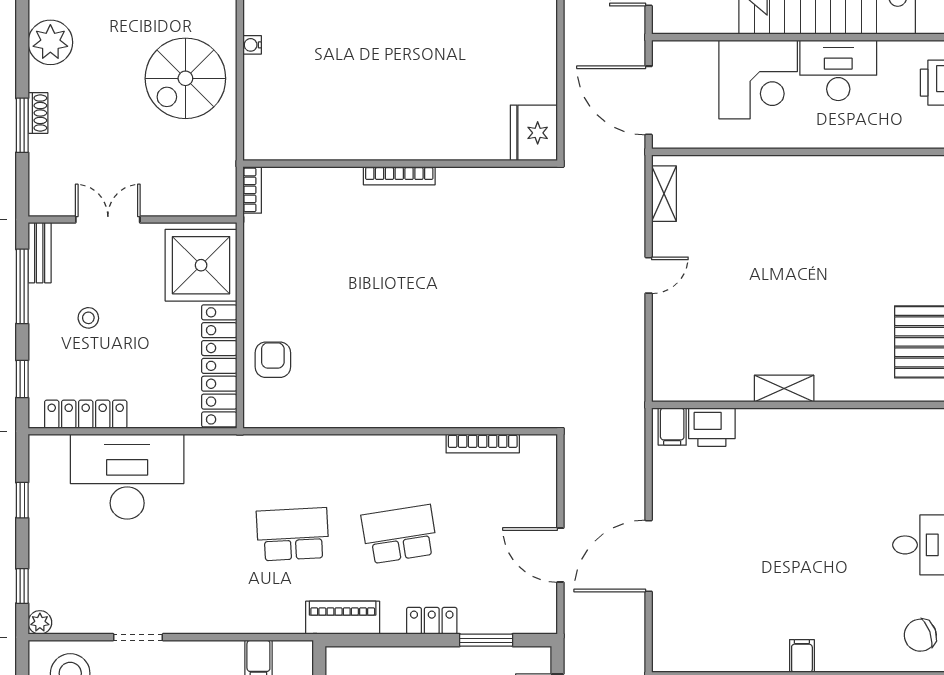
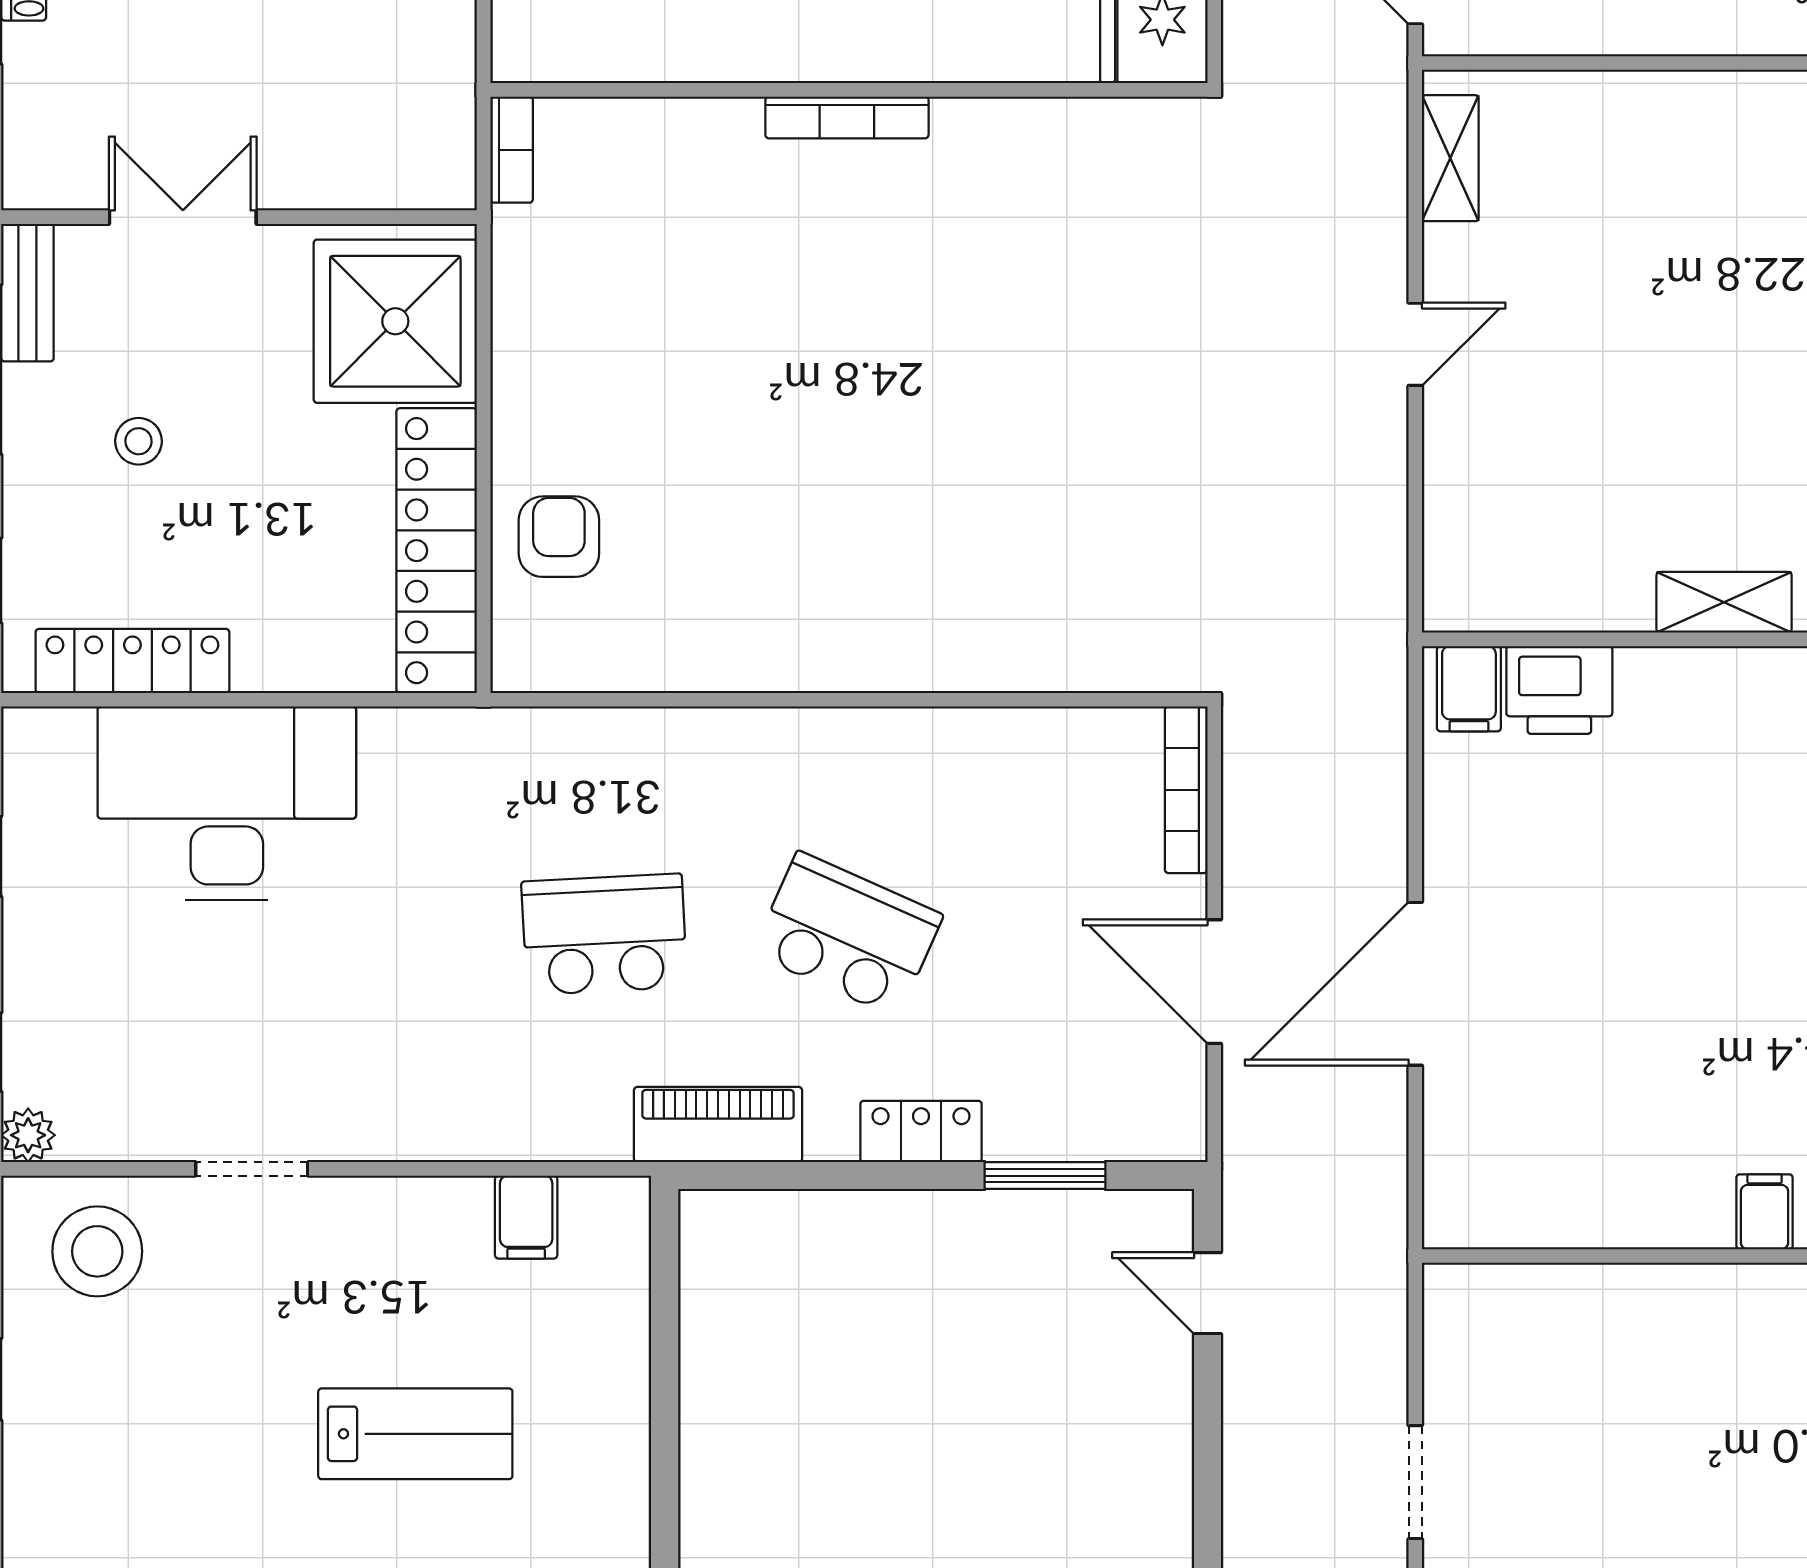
bookcase: (483, 444) -> (1186, 790), moved, turned 90
school desk: (400, 534) -> (848, 934), turned 33

